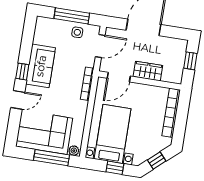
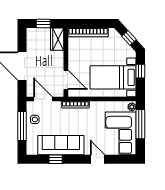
sofa: (41, 66) -> (61, 145), width x1.36
wardrobe: (148, 71) -> (57, 39), moved
window: (22, 72) -> (56, 159), moved

